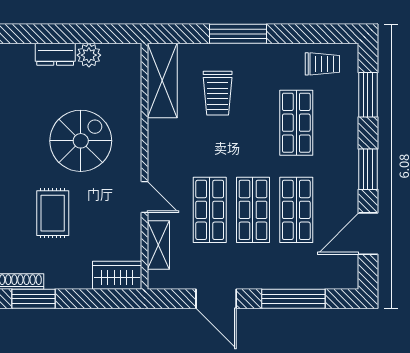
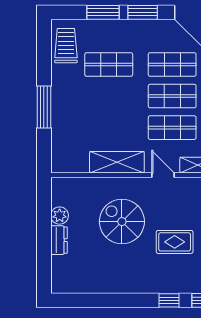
trolley: (322, 64) -> (66, 46), width x1.36, depth x1.39
shelving: (162, 80) -> (117, 162), moved
trolley: (218, 93) -> (87, 122), removed
window: (368, 95) -> (103, 12), moved
door: (145, 197) -> (163, 175), hinge flipped

